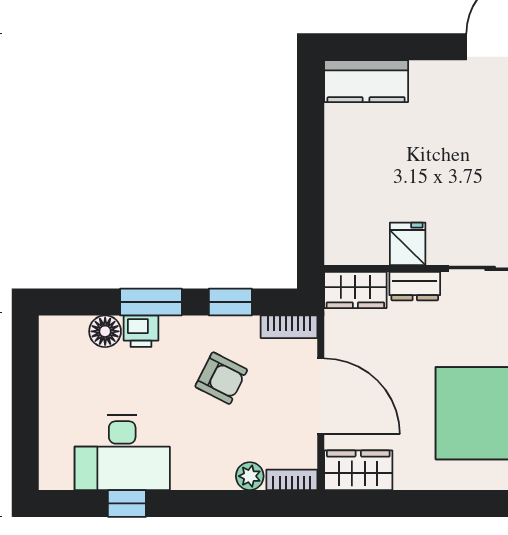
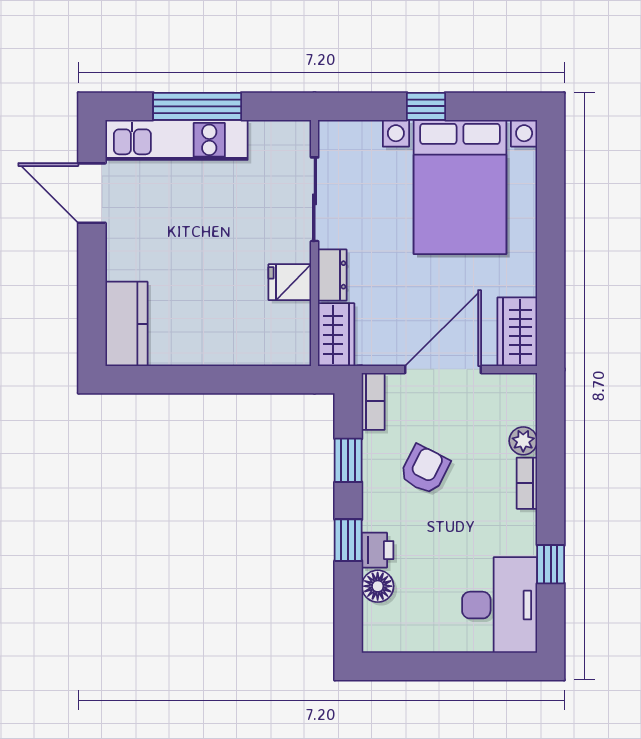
window: (151, 302) -> (348, 540), width x0.67
desk: (122, 453) -> (500, 605), moved
bookcase: (292, 480) -> (527, 483), moved

